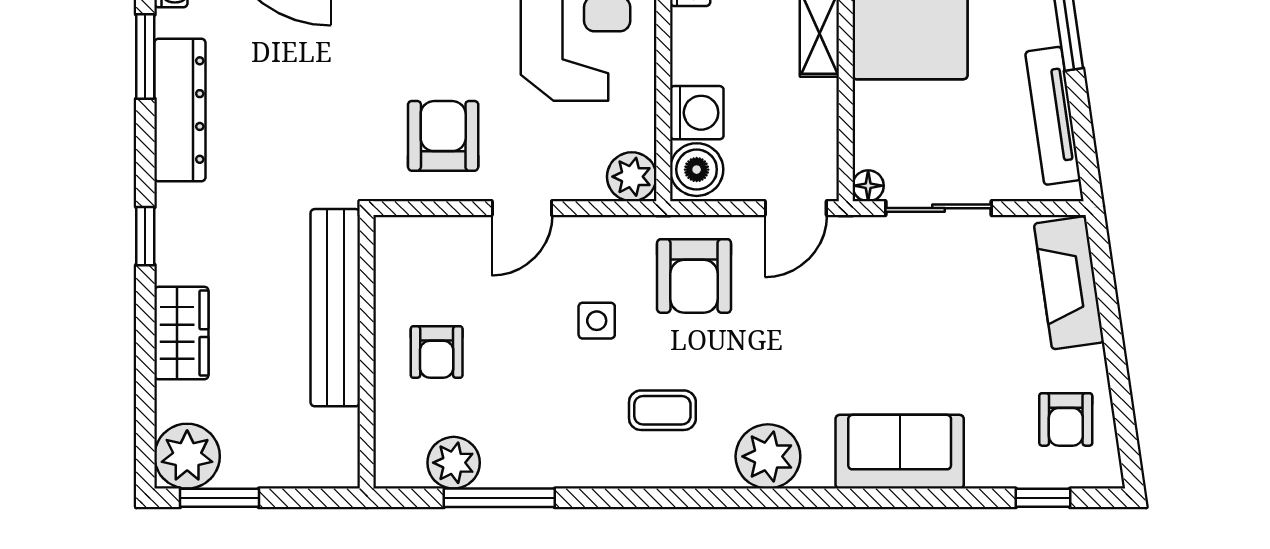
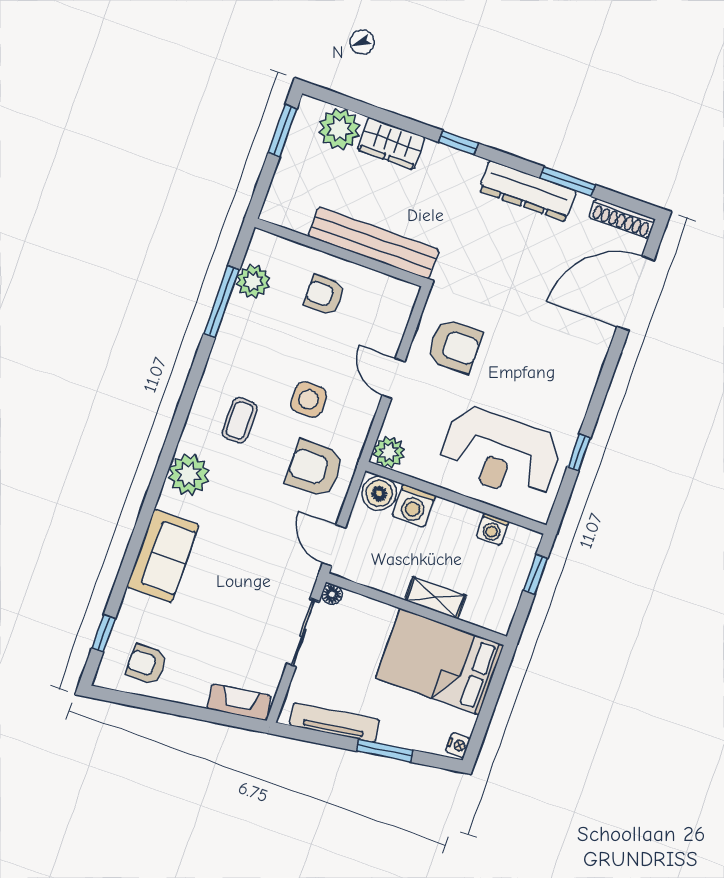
fireplace: (1069, 283) -> (239, 702), width x0.73, depth x0.76
side table: (597, 321) -> (309, 400), width x1.37, depth x1.37
plant: (187, 456) -> (340, 129), moved

